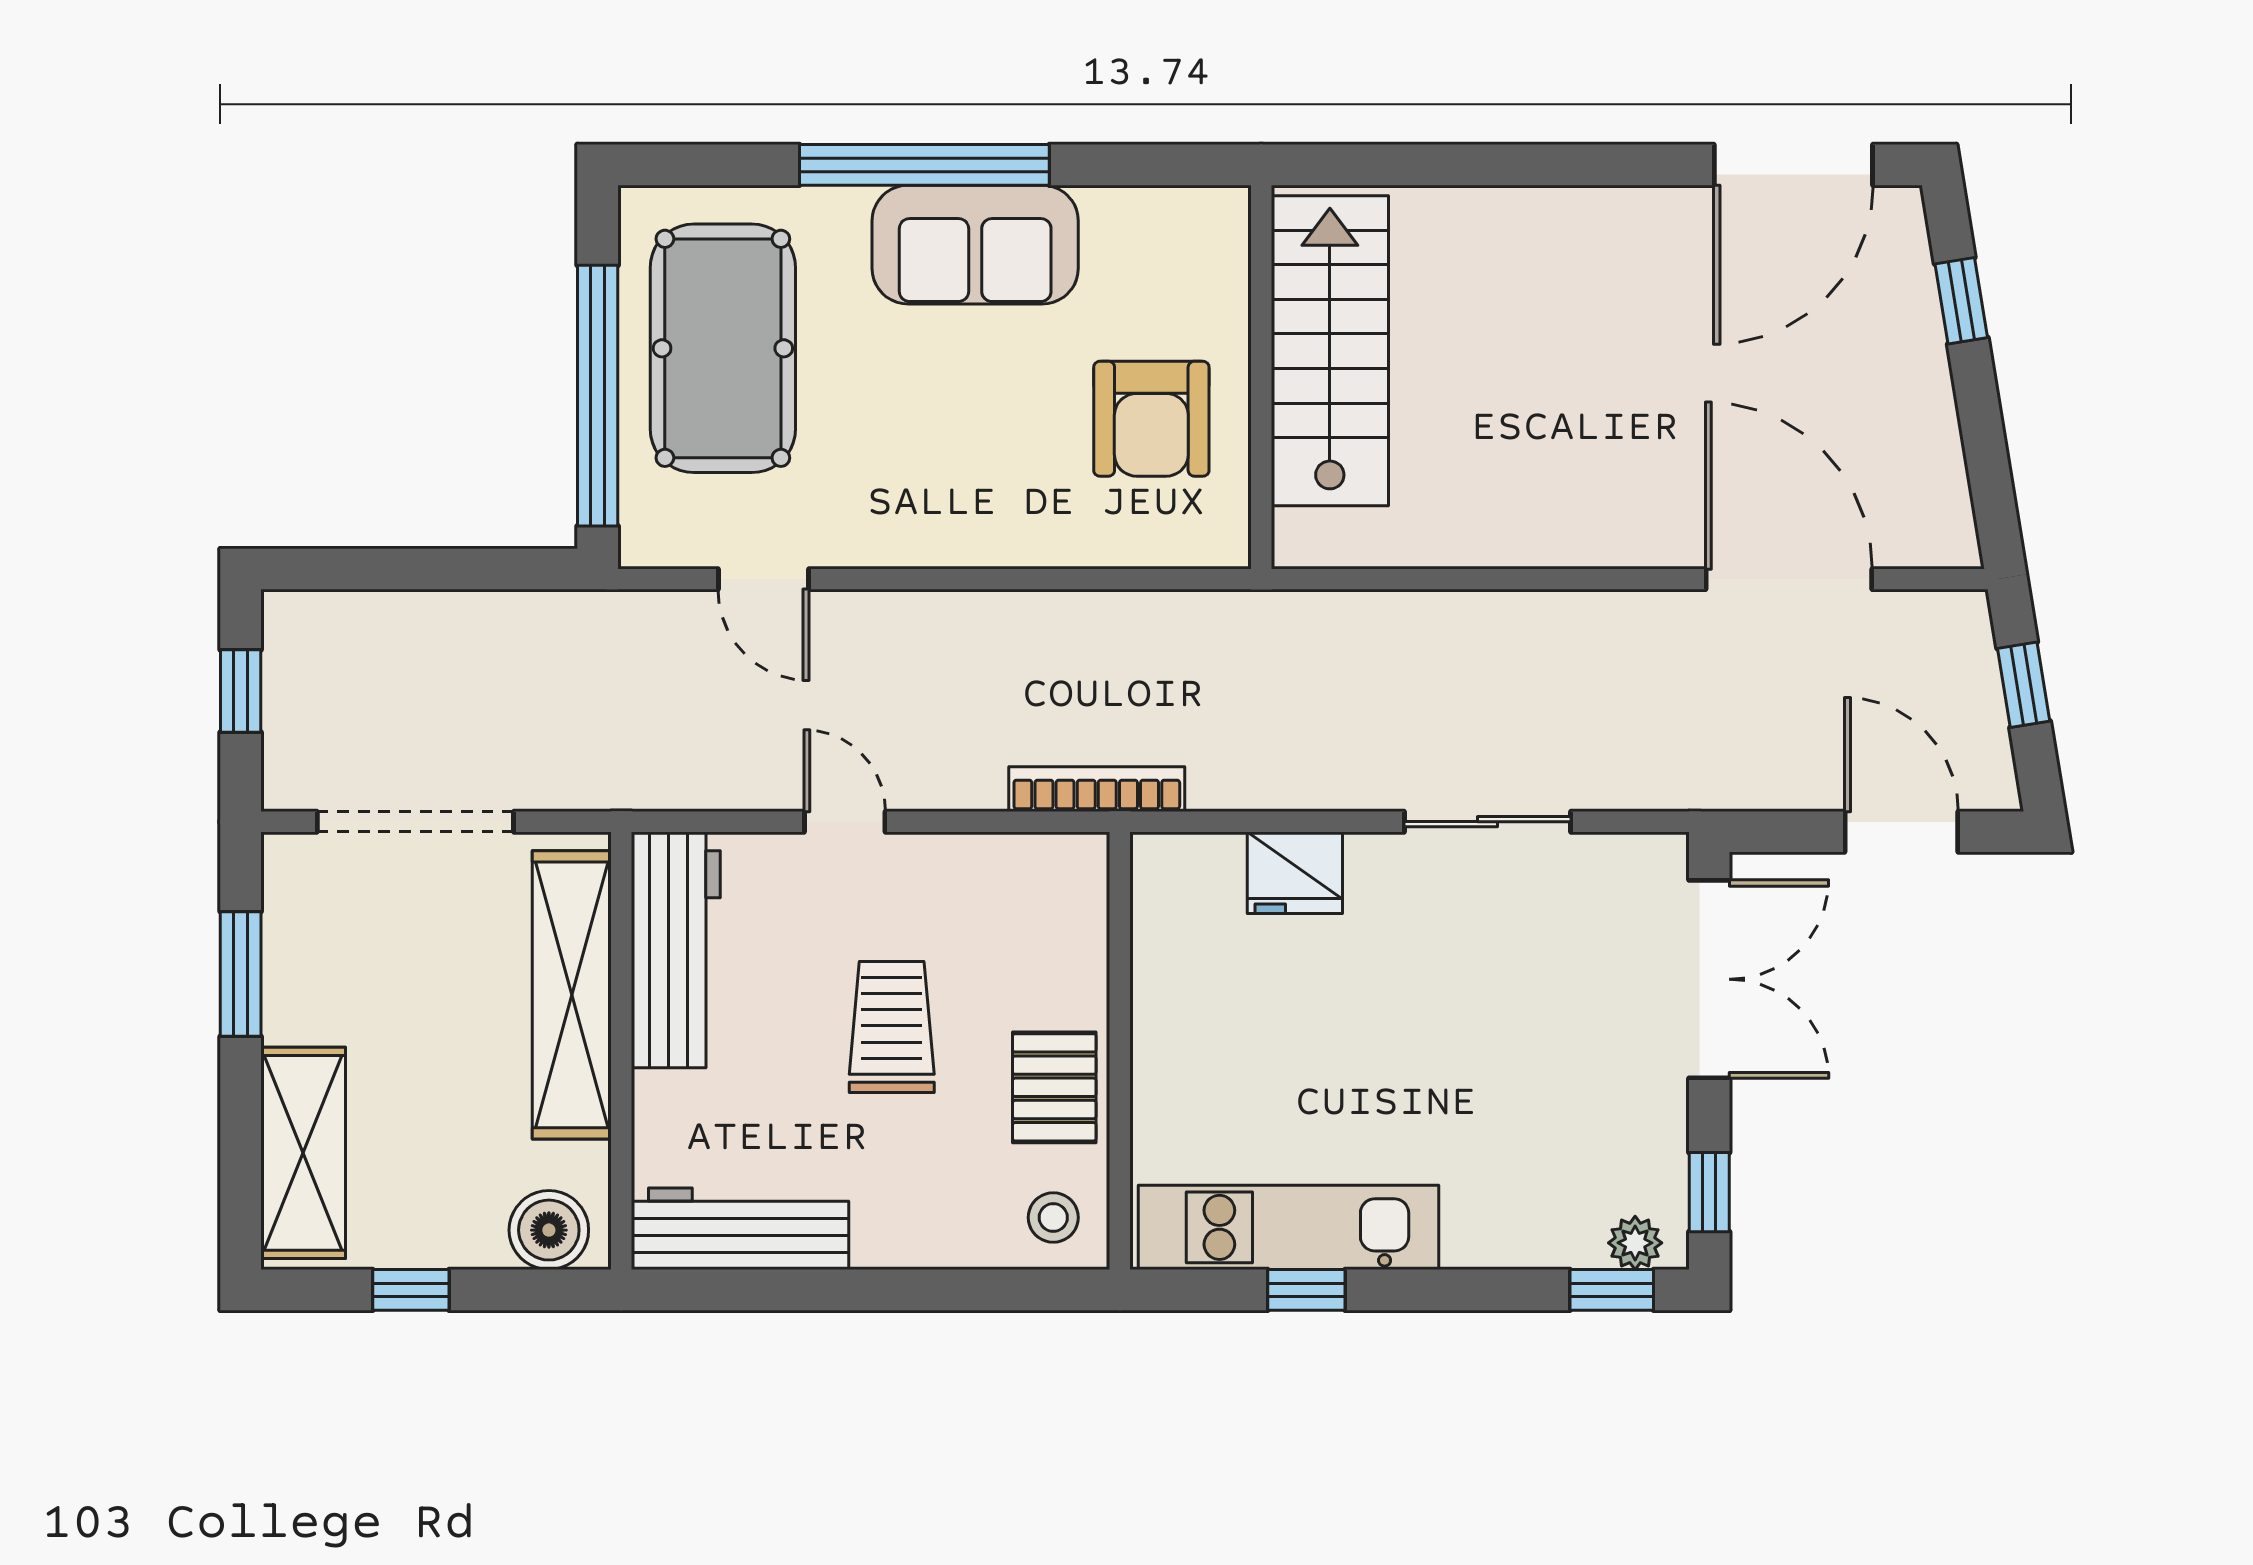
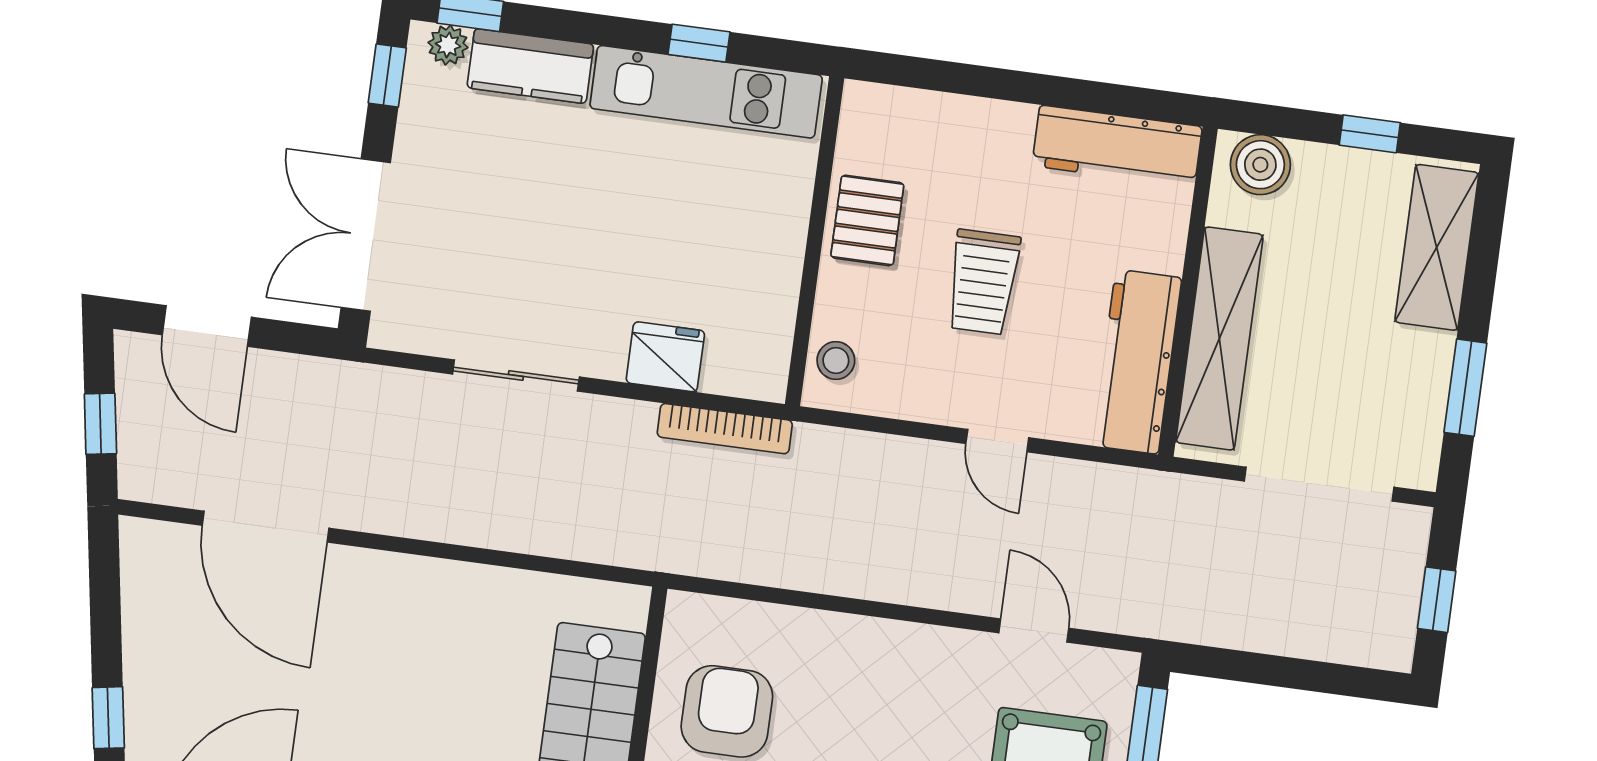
bookcase: (1097, 789) -> (725, 429), moved
stool: (1053, 1218) -> (836, 360), moved
kitchen counter: (1523, 1230) -> (530, 66), added

